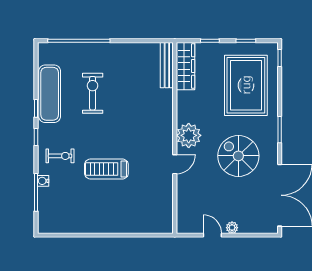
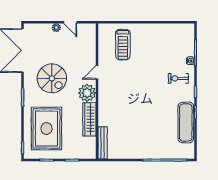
wardrobe: (185, 66) -> (89, 119), moved
exercise bike: (93, 93) -> (155, 123), removed
treadmill: (106, 169) -> (123, 45), moved, turned 90

